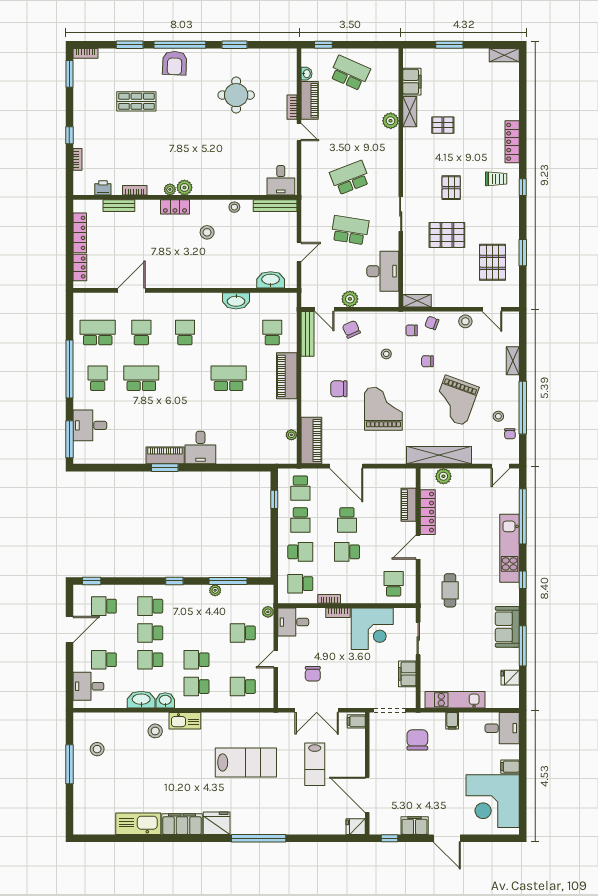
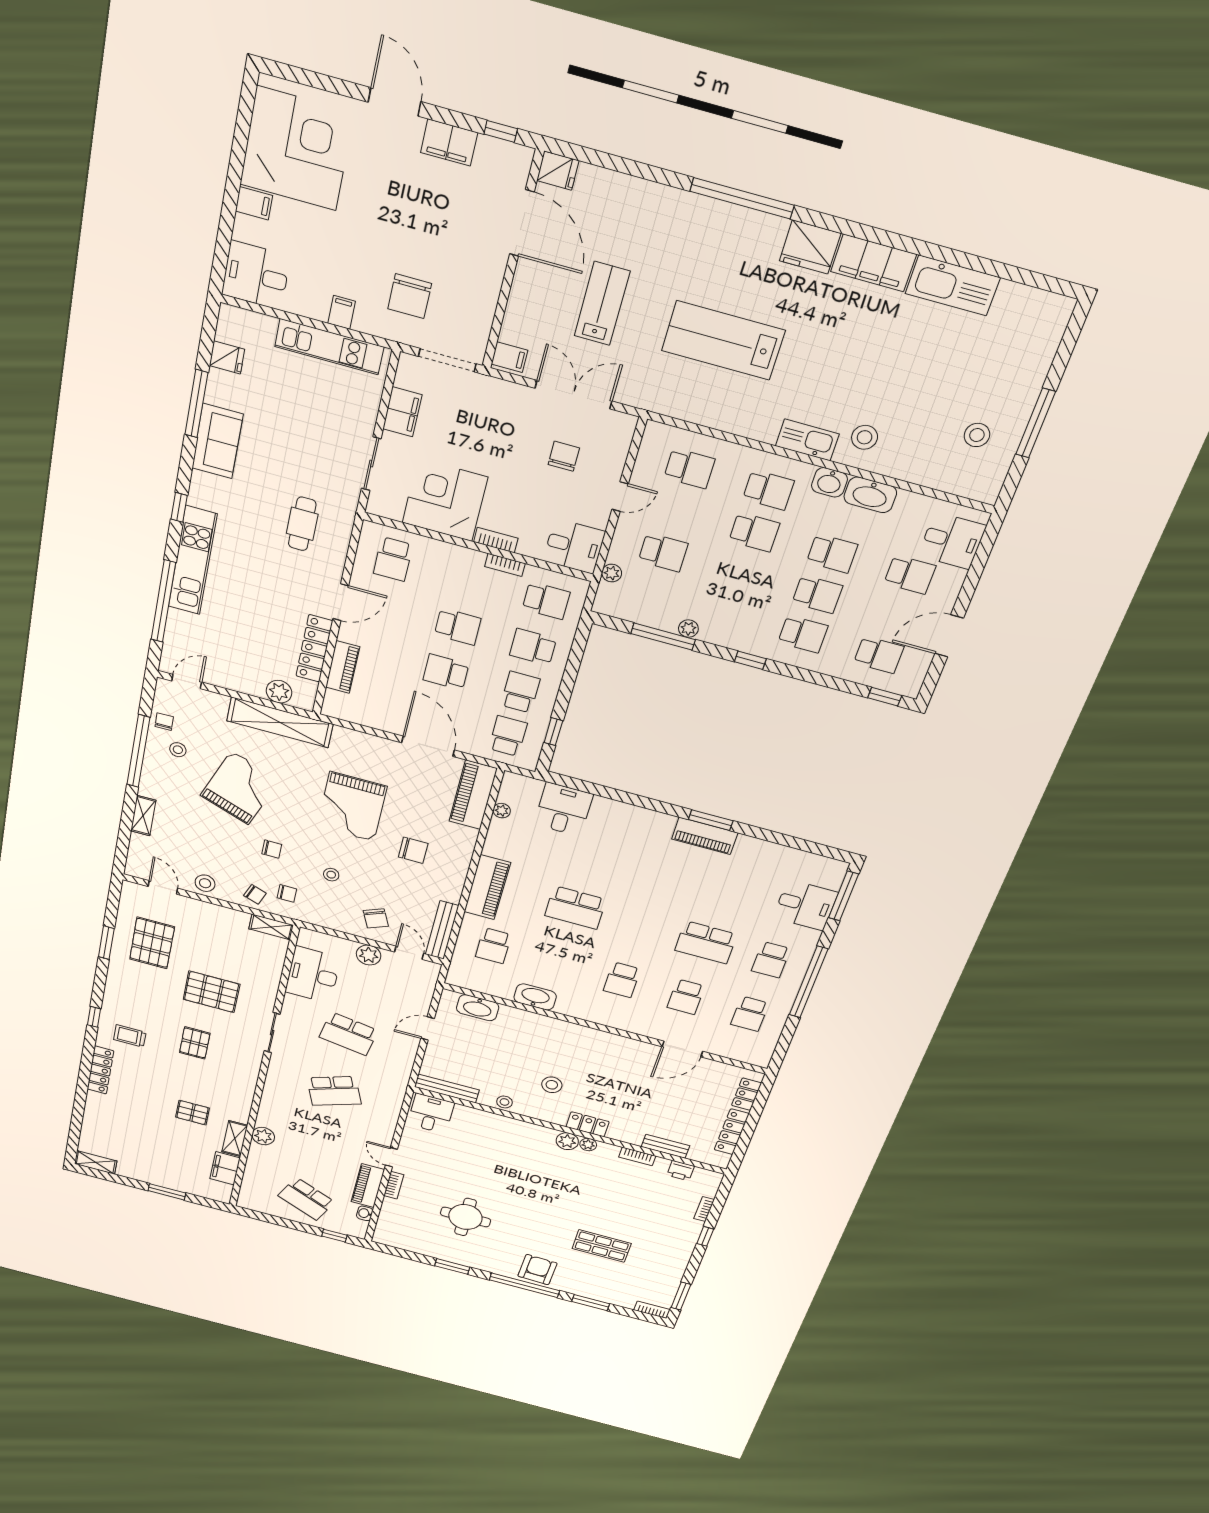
school desk: (98, 332) -> (750, 1014), width x0.54
desk: (200, 448) -> (564, 809), moved
school desk: (347, 520) -> (446, 672), turned -90

